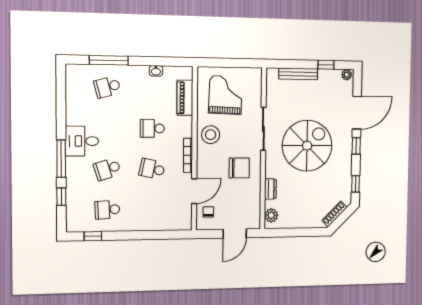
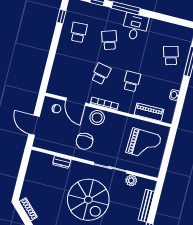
stool: (211, 135) -> (97, 118), moved
plant: (271, 215) -> (131, 181), moved

